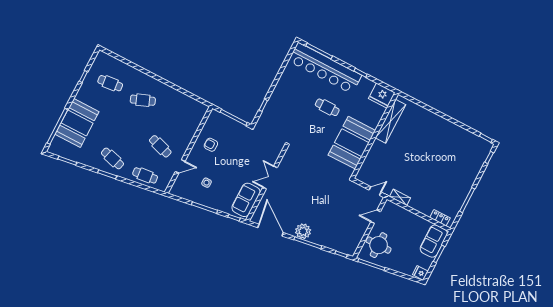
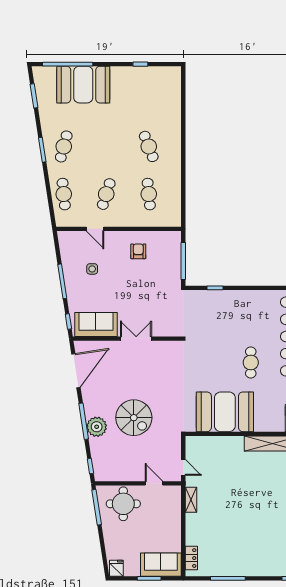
cafe table: (110, 83) -> (149, 194), moved
spiral stairs: (323, 207) -> (134, 418), added
plant: (303, 231) -> (97, 427), moved

